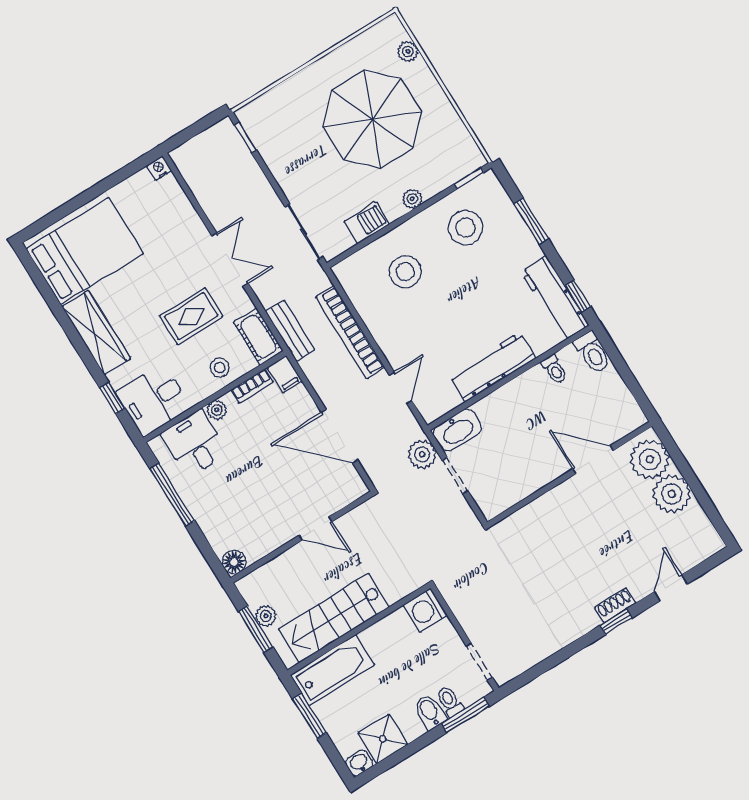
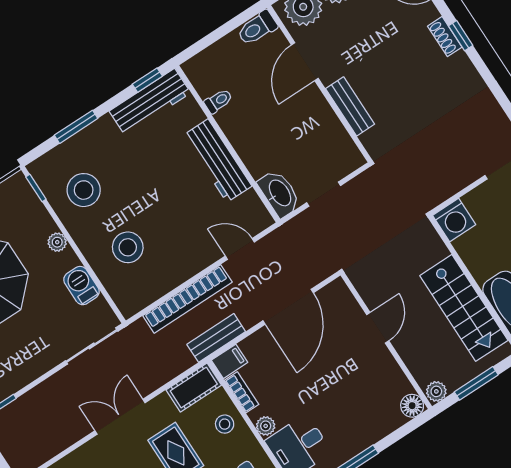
bench: (290, 331) -> (216, 338), moved
toilet: (593, 353) -> (257, 28), moved, turned 180
plant: (422, 454) -> (304, 227), removed
bench: (545, 505) -> (350, 106), added
plant: (266, 616) -> (436, 391), moved

